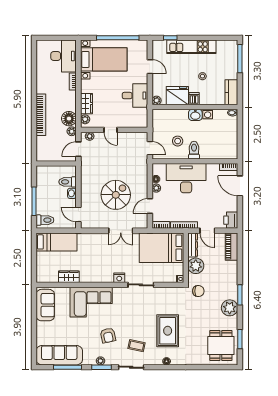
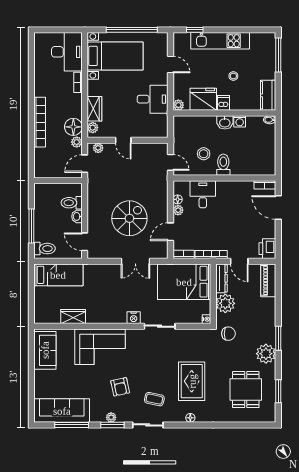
desk: (186, 178) -> (203, 194), width x0.53, depth x0.77
dining table: (221, 345) -> (246, 390), moved

